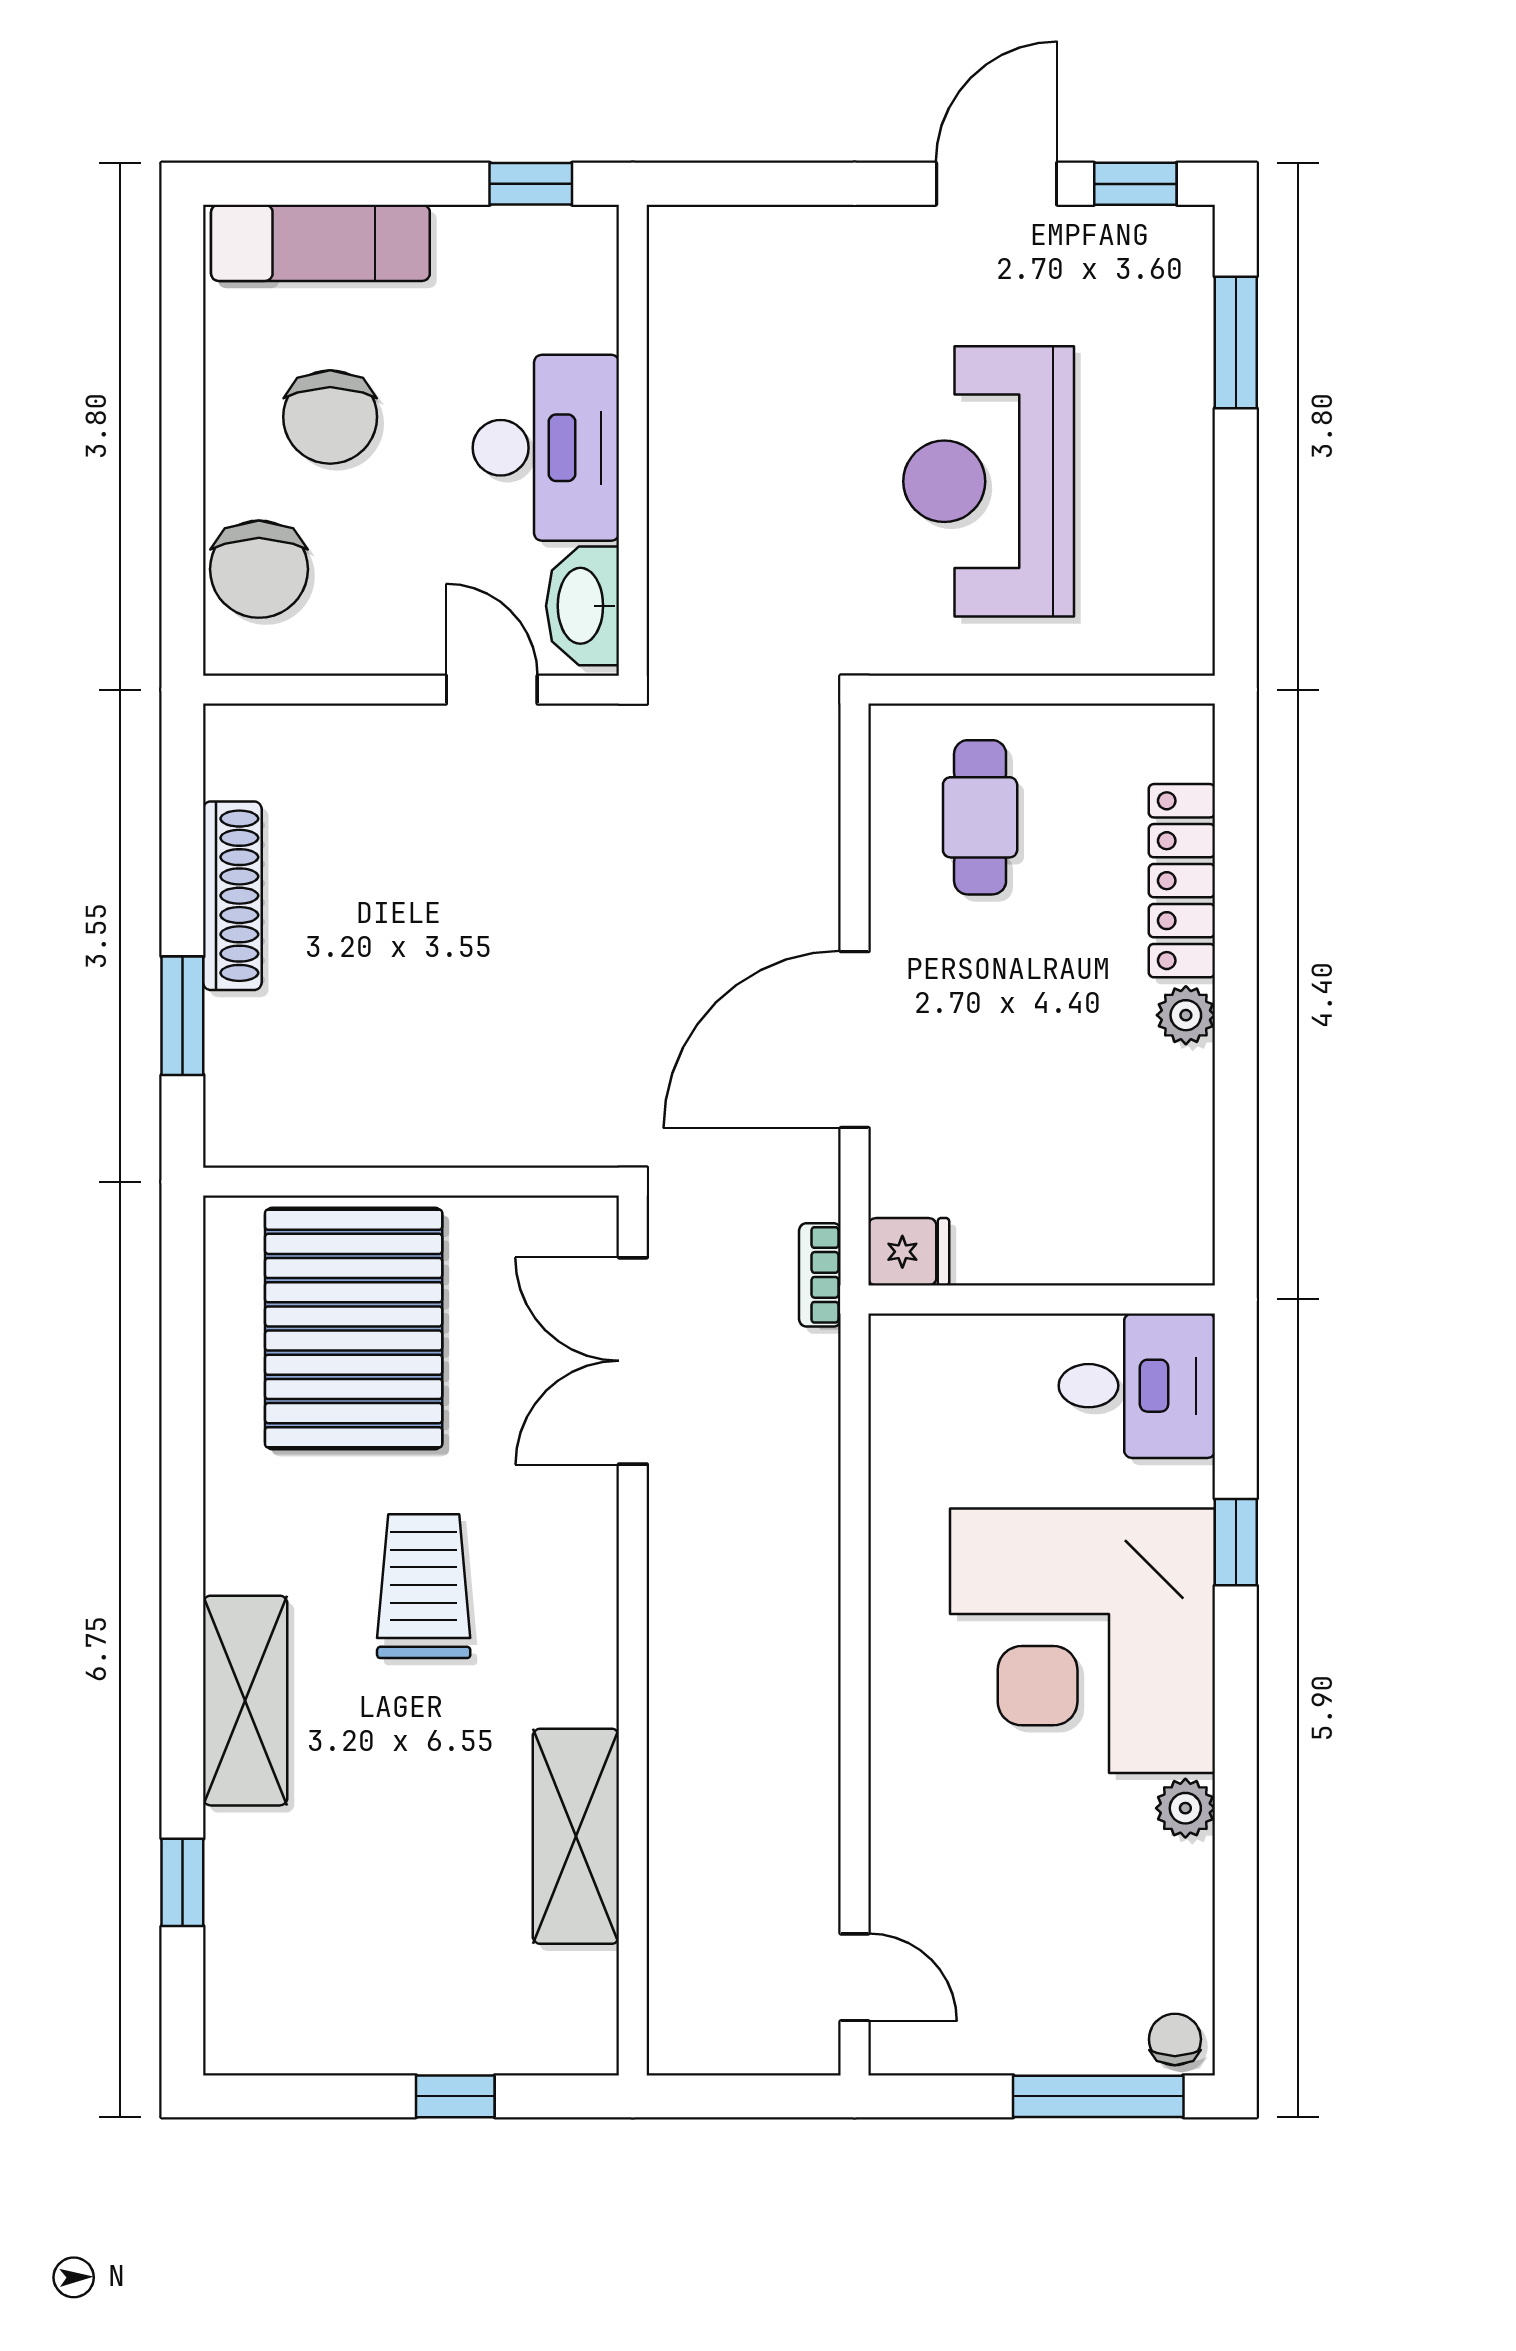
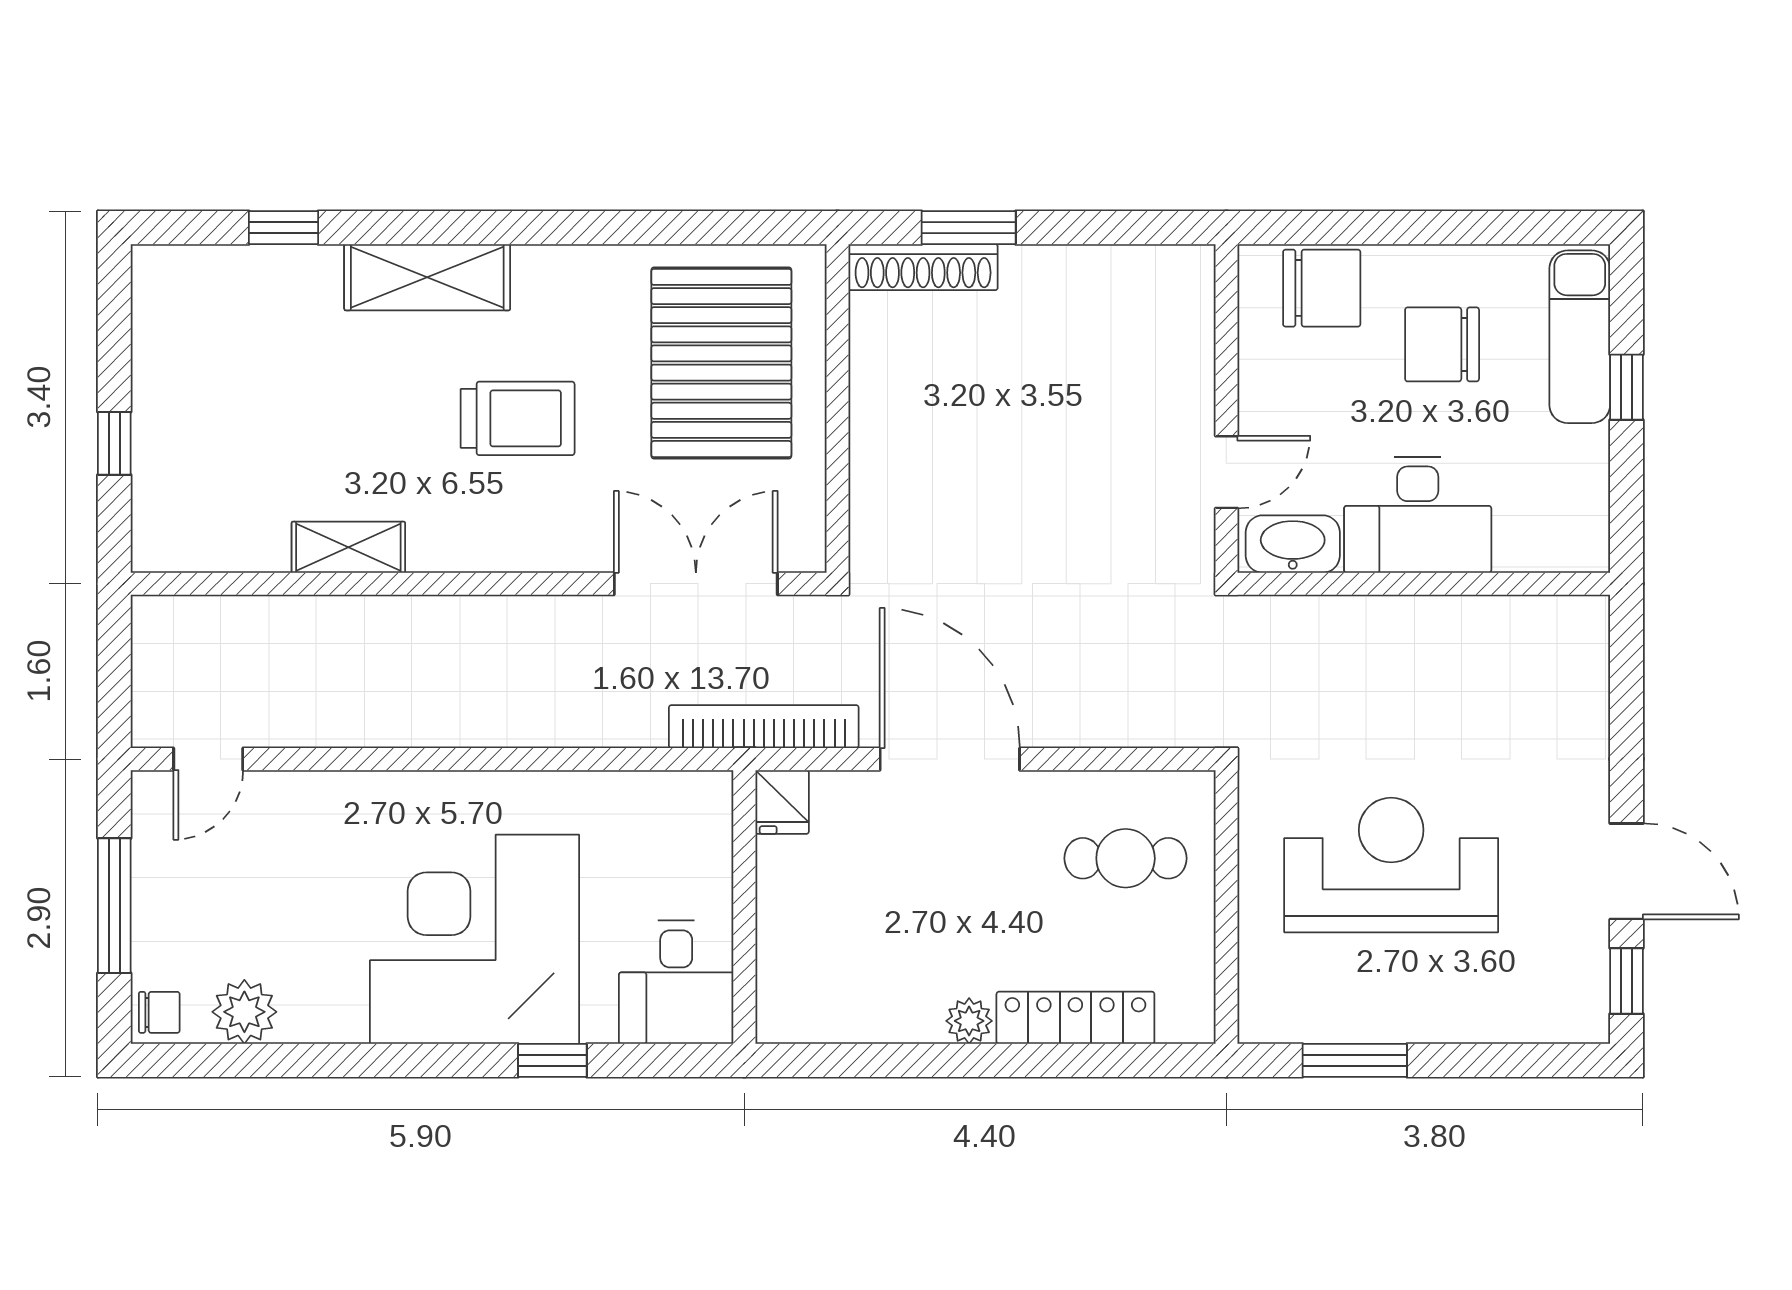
window: (531, 184) -> (1626, 387), moved
window: (1236, 342) -> (1355, 1060), moved
chair: (259, 569) -> (1322, 288), turned 180
shoe rack: (232, 896) -> (923, 267), moved
bookcase: (820, 1275) -> (764, 727), width x2.31, depth x1.31
pallet: (354, 1328) -> (721, 363), turned 90
plant: (1185, 1808) -> (244, 1012), moved, width x1.38, depth x1.38
shelving: (576, 1836) -> (348, 547), width x0.67, depth x0.75
window: (1098, 2096) -> (114, 906), moved

